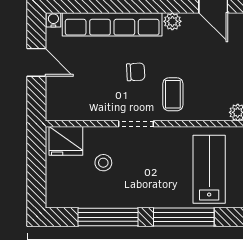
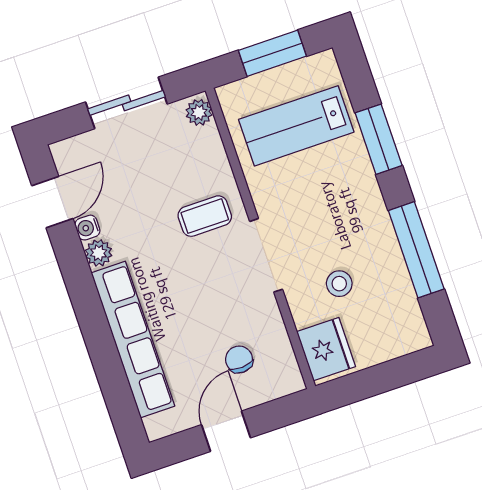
water cooler: (53, 20) -> (87, 228), moved
chair: (136, 72) -> (239, 359), moved
doorway: (136, 124) -> (266, 255), width x1.38
window: (184, 217) -> (379, 139), width x0.69

